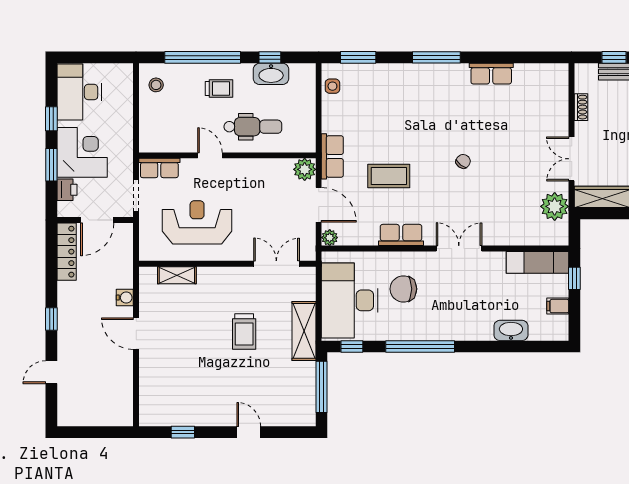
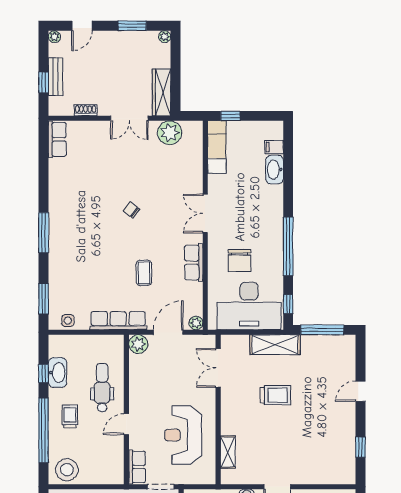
row of seats: (491, 74) -> (57, 139), moved
stool: (156, 85) -> (67, 470), width x1.89, depth x1.89
row of seats: (332, 156) -> (118, 321), width x1.48
coffee table: (389, 176) -> (144, 273), width x0.73, depth x0.77
filing cabinet: (558, 306) -> (274, 147), moved, turned 90

